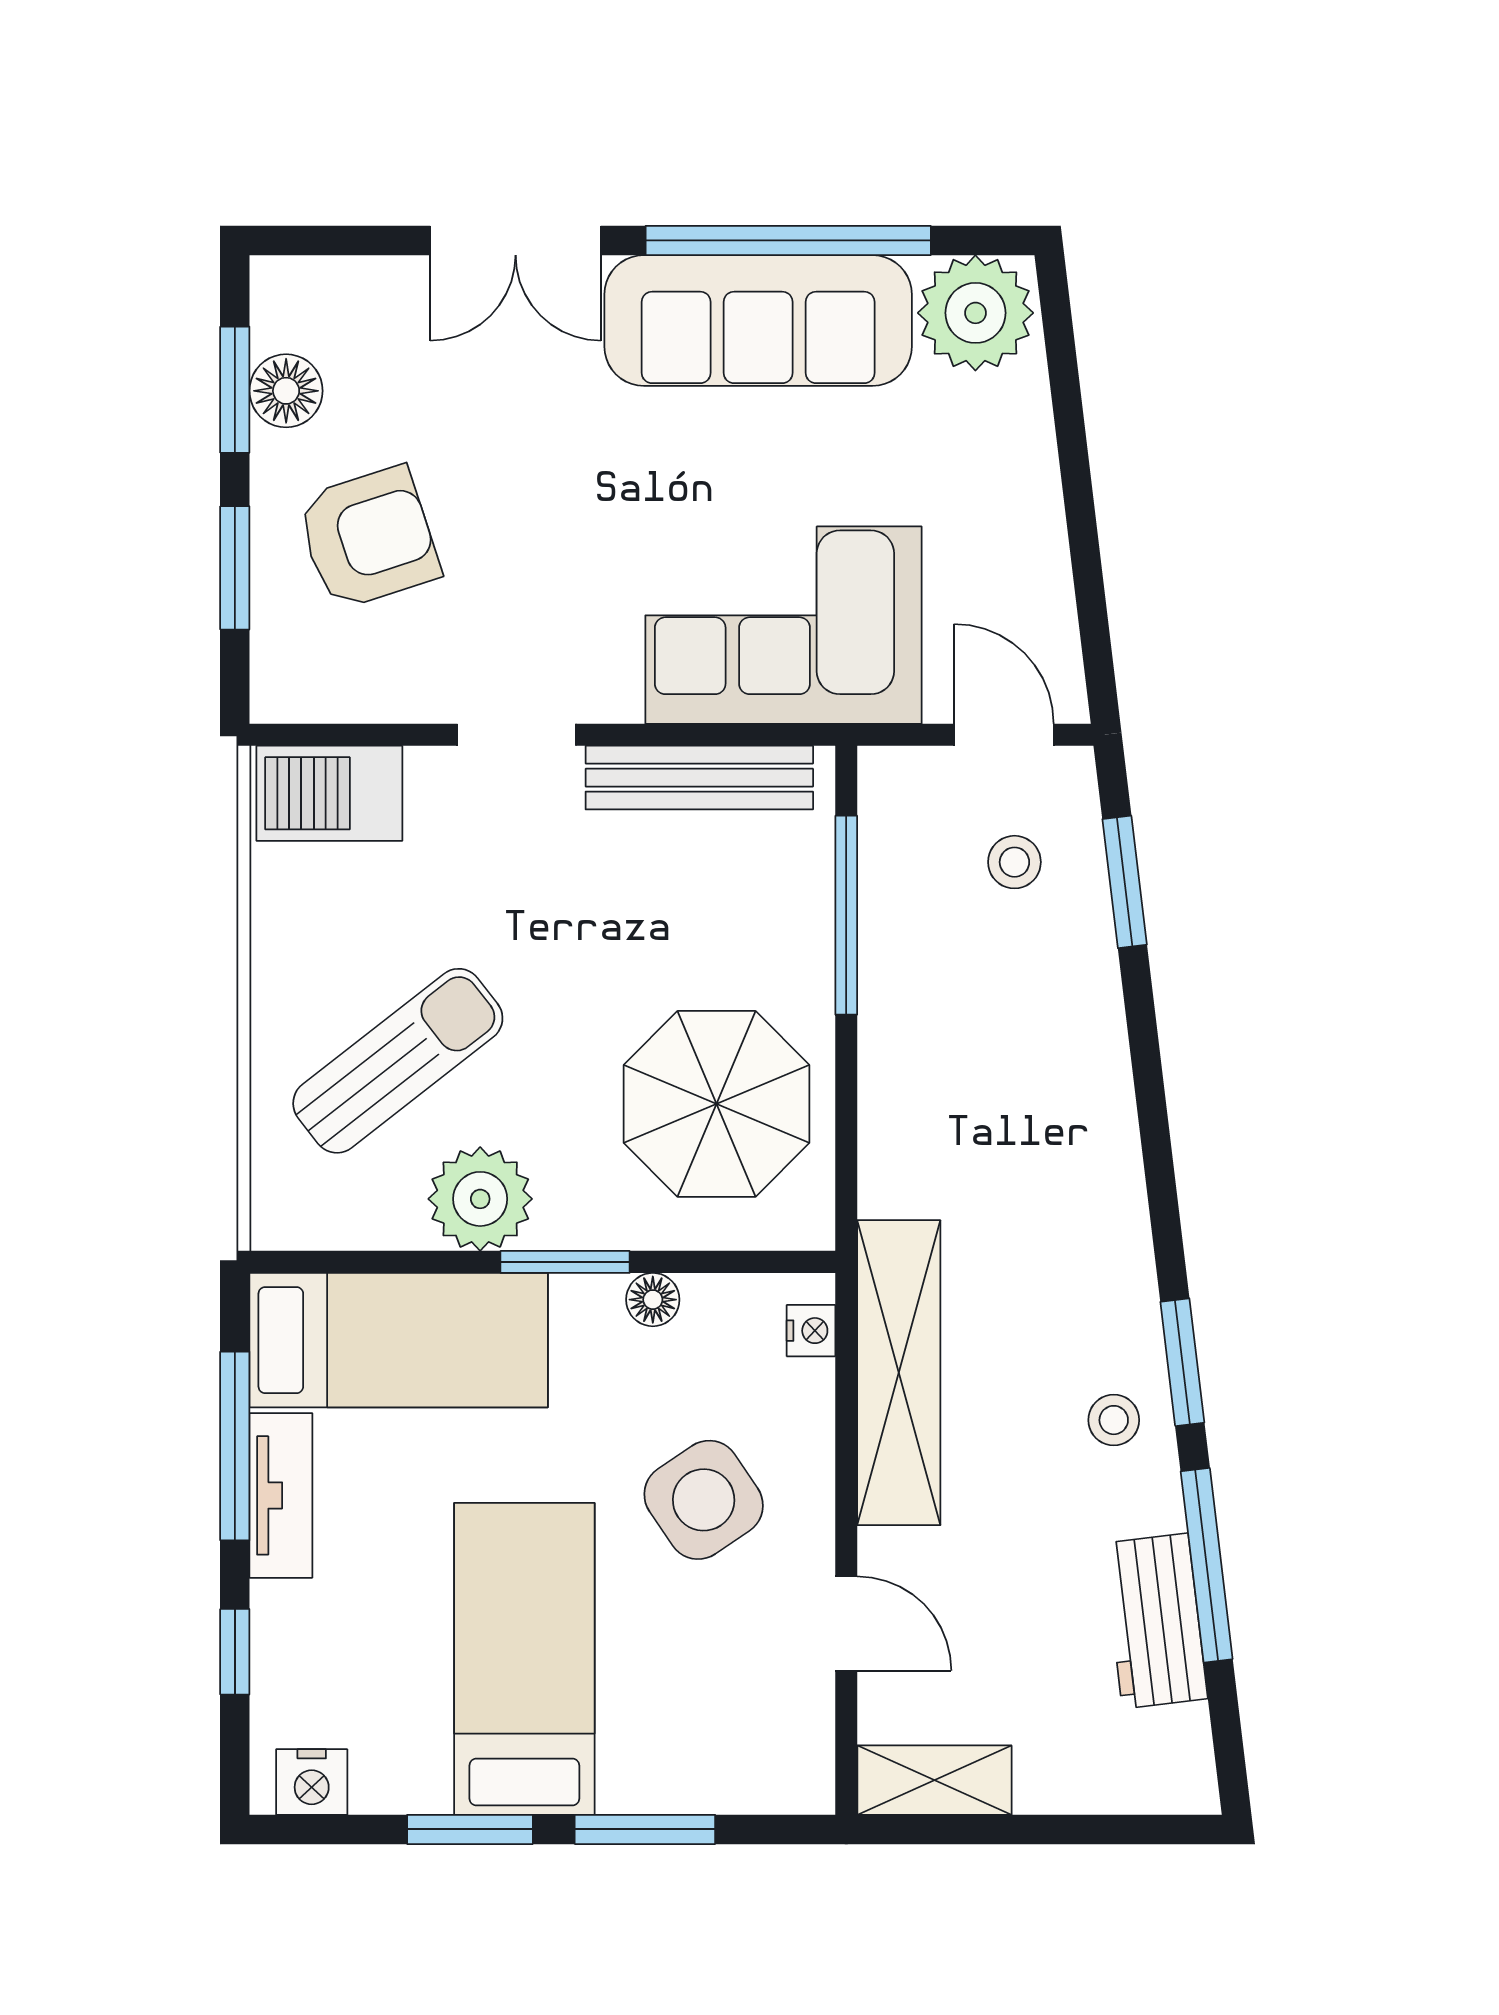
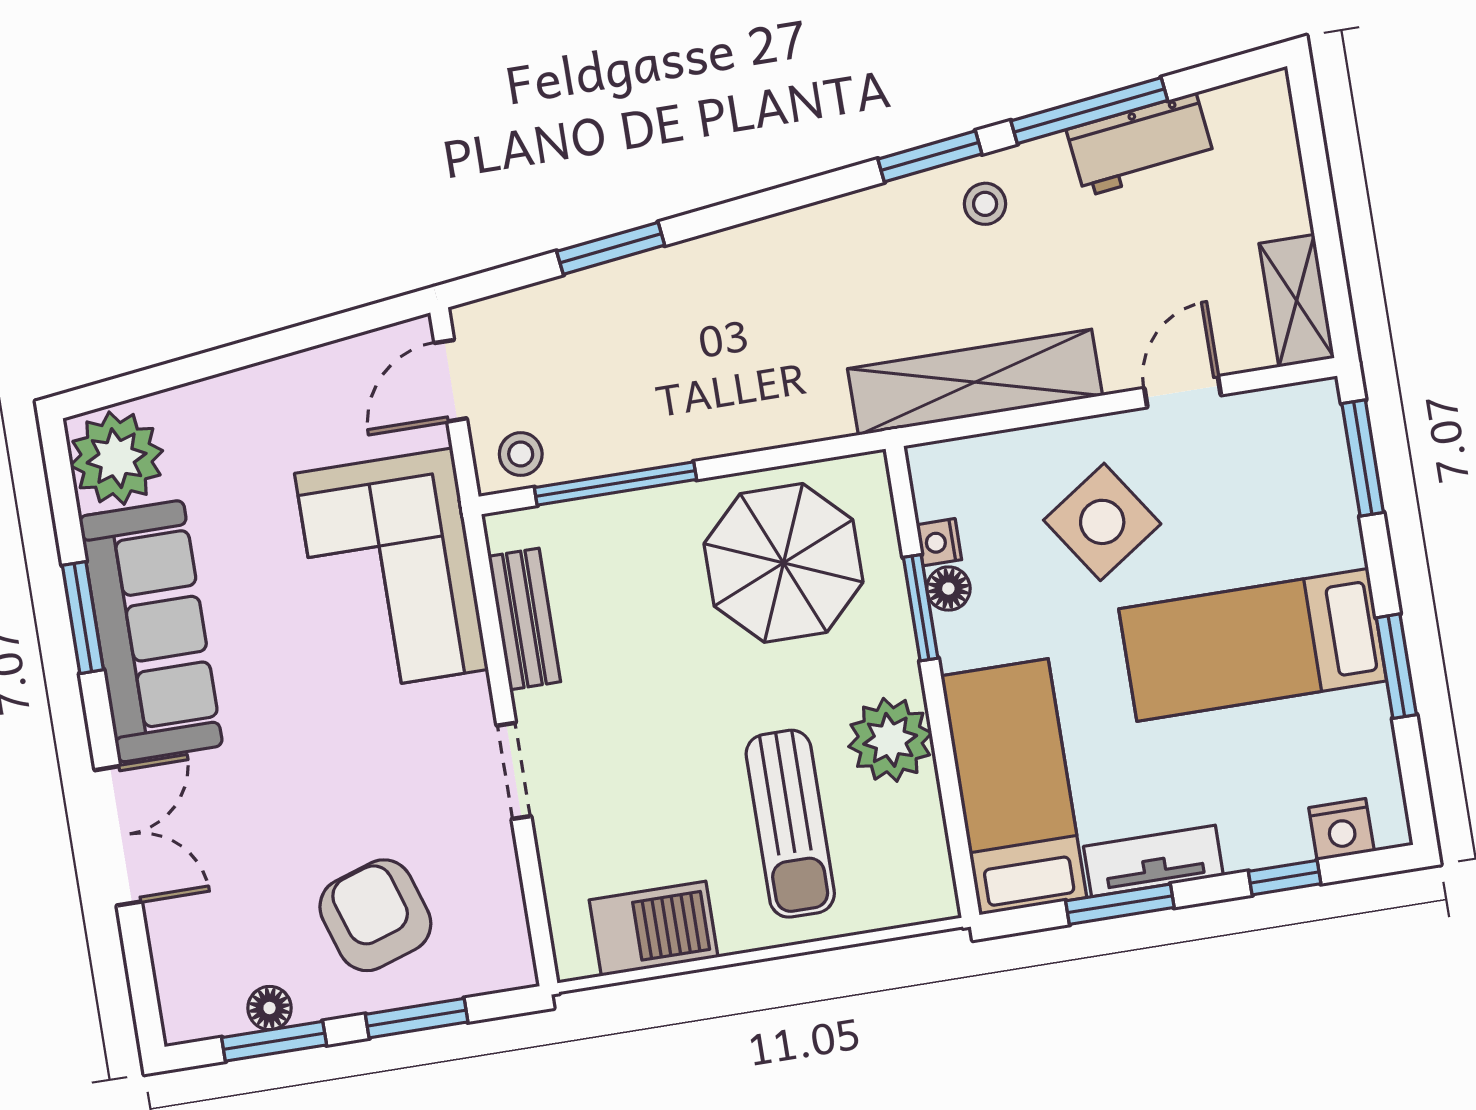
window: (788, 240) -> (83, 618), width x0.47
floor lamp: (286, 391) -> (270, 1008), width x0.73, depth x0.73
bench: (699, 778) -> (524, 619), width x0.73
barbecue: (329, 793) -> (654, 929), moved, turned -90
stool: (1014, 862) -> (521, 454), moved
window: (1125, 882) -> (611, 248), moved
sun lounger: (398, 1061) -> (790, 824), turned -142
window: (565, 1262) -> (921, 608), moved
nightstand: (811, 1331) -> (939, 542), moved, turned -90
window: (235, 1446) -> (1120, 904), width x0.69
nightstand: (312, 1782) -> (1341, 829), moved, turned 90
window: (645, 1829) -> (1363, 458), moved

